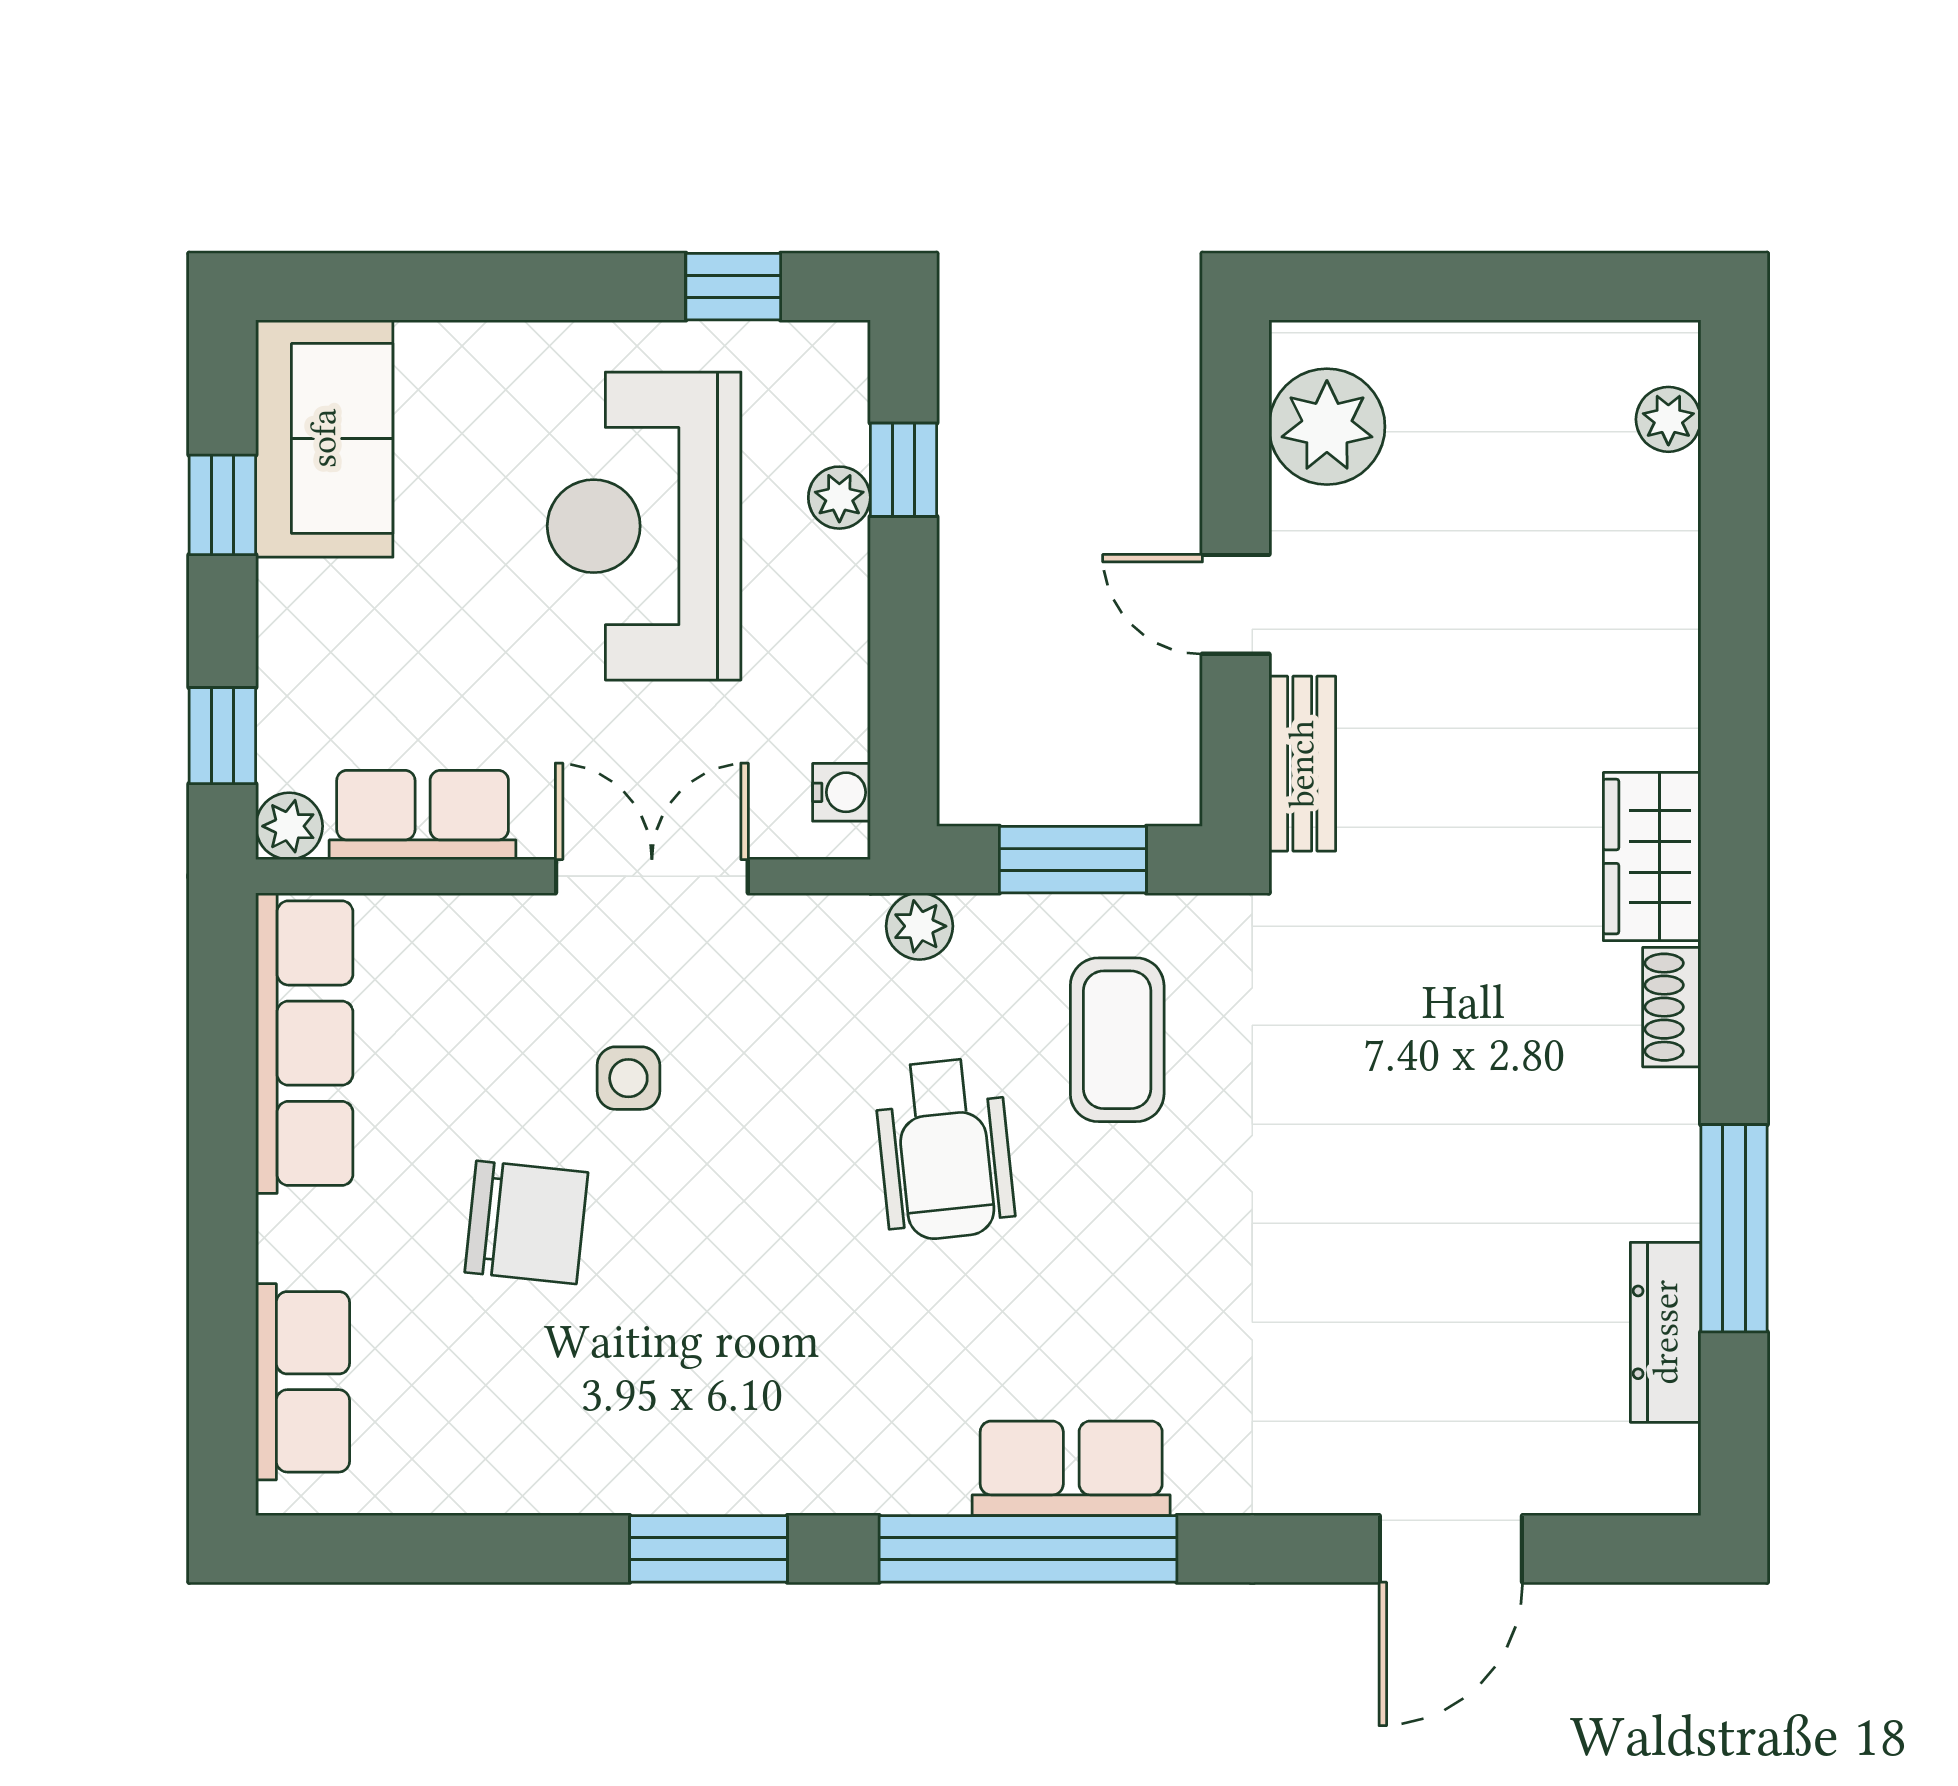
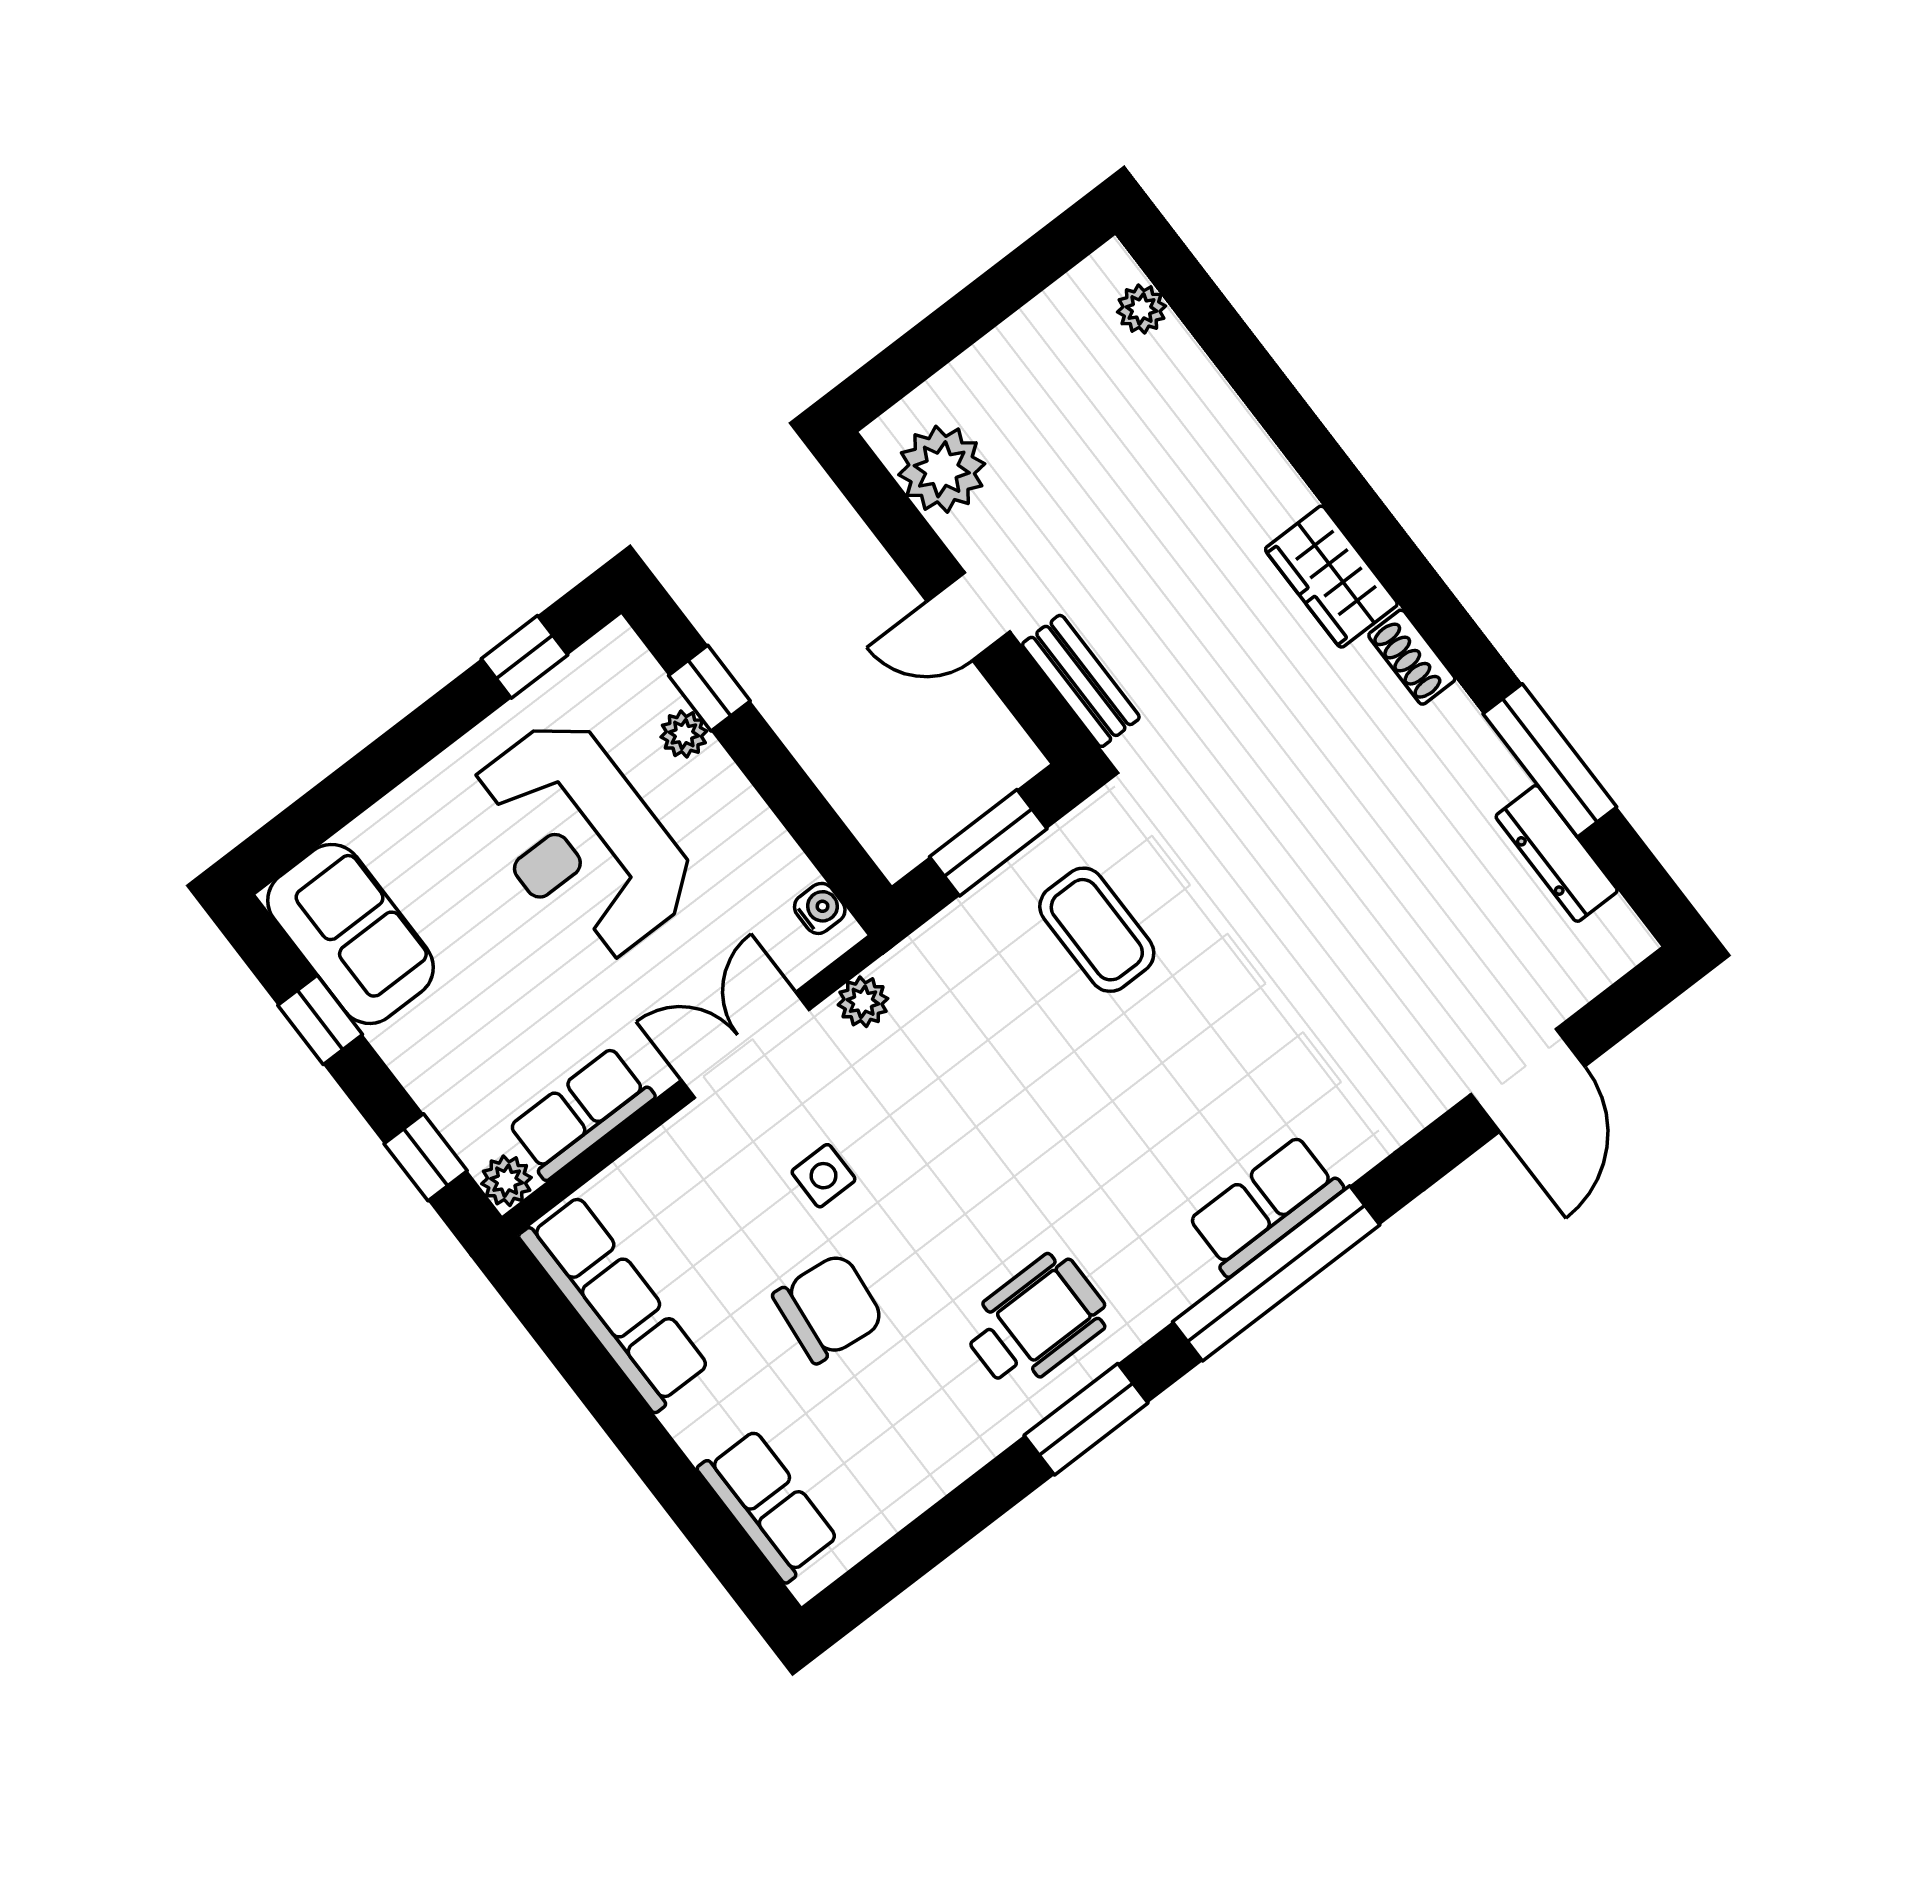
plant: (919, 926) -> (863, 1002), moved
wheelchair: (944, 1149) -> (1035, 1322), moved, turned -84

